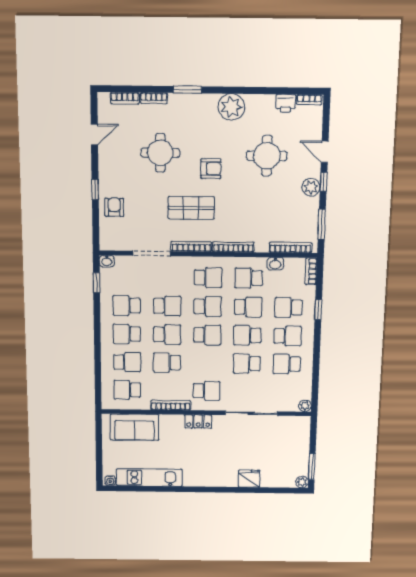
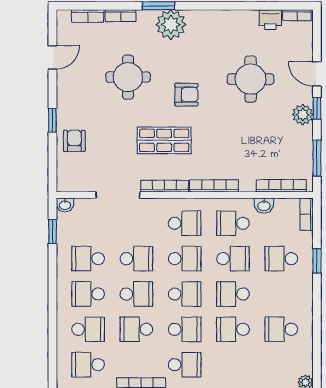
plant: (231, 107) -> (171, 25), moved
school desk: (288, 336) -> (185, 329), moved

